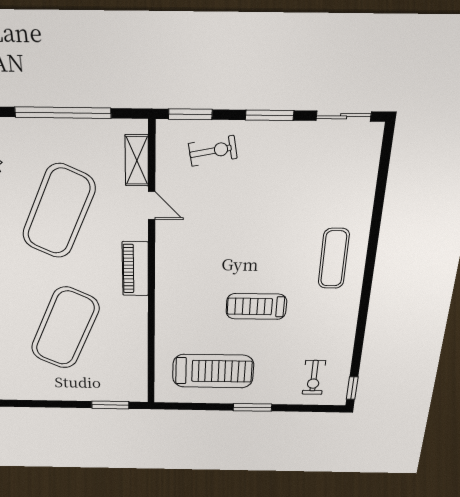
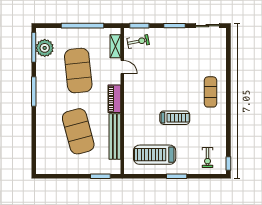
exercise bike: (213, 151) -> (138, 41), moved
exercise mat: (59, 211) -> (78, 71), turned -30
treadmill: (256, 306) -> (175, 118), turned 180
exercise mat: (65, 328) -> (78, 131), turned -39
bench: (137, 338) -> (115, 136), added
treadmill: (213, 371) -> (155, 155), turned 180

